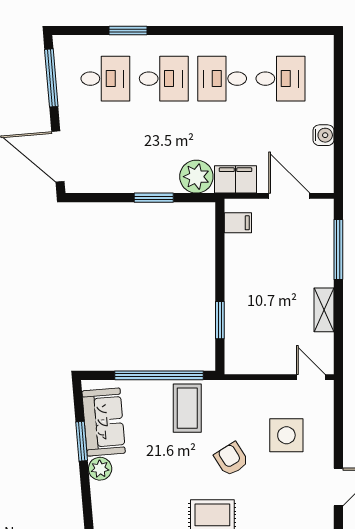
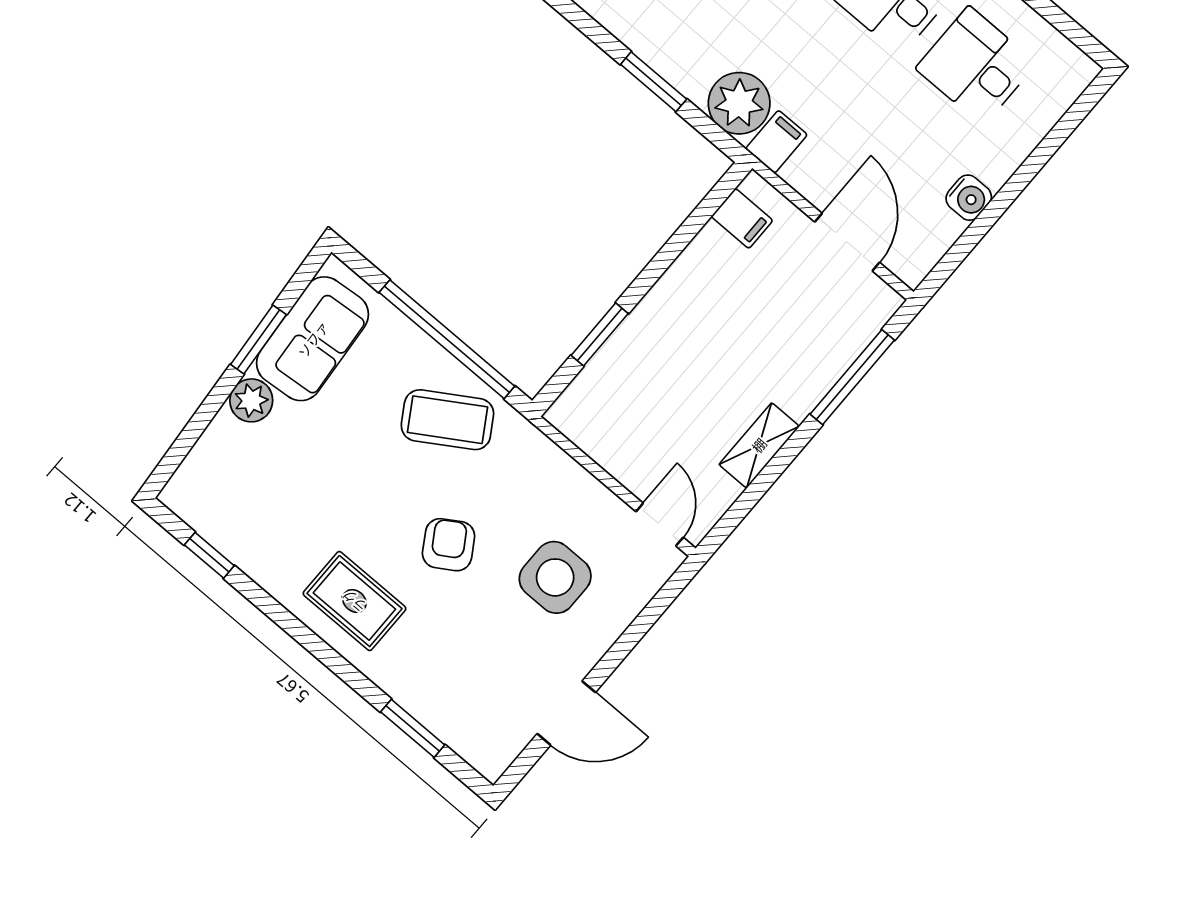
desk: (280, 79) -> (976, 66), turned 180
filing cabinet: (235, 179) -> (776, 142), width x0.50
coffee table: (187, 408) -> (447, 420), turned 58

